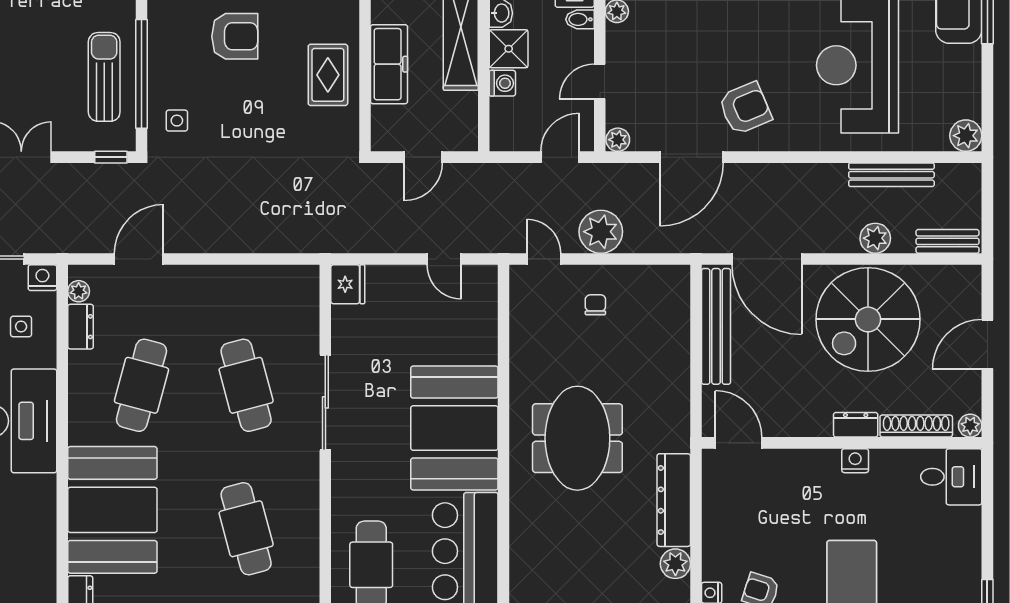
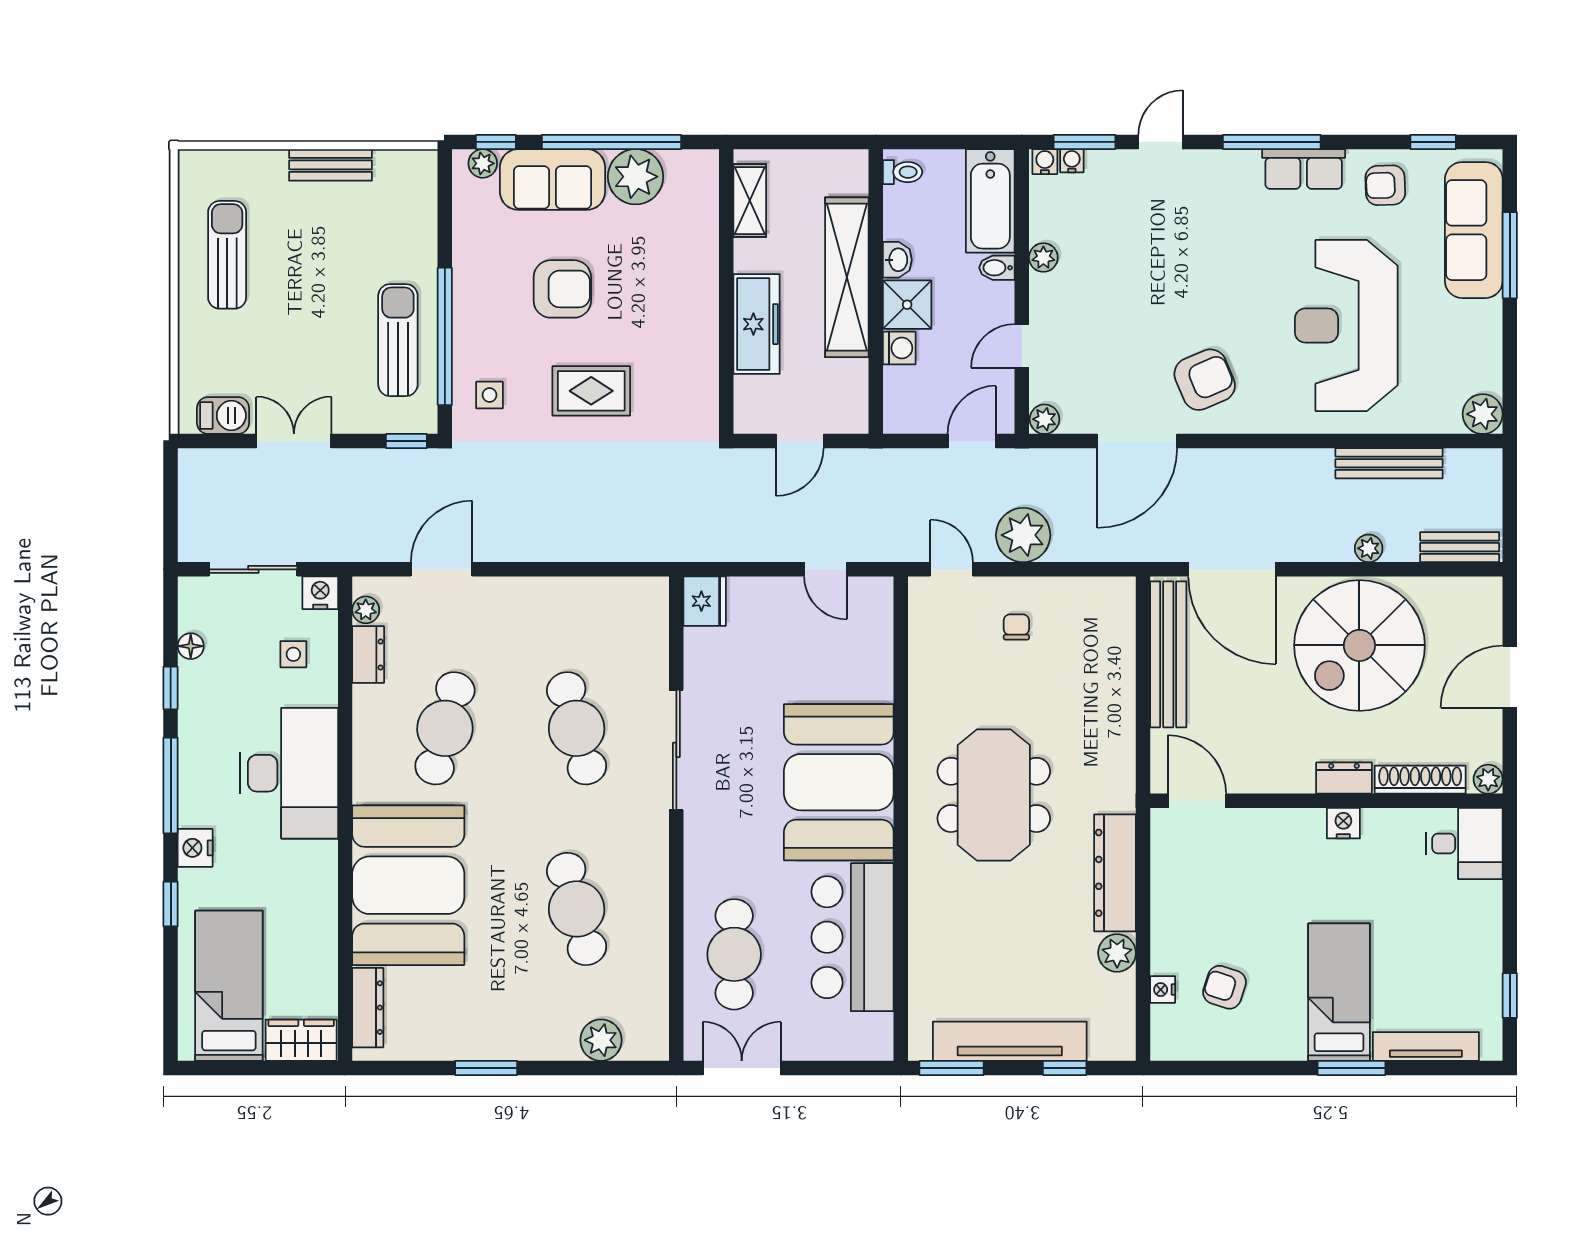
rug: (328, 75) -> (591, 391), moved, turned 90
plant: (875, 238) -> (1369, 548), width x0.73, depth x0.73

